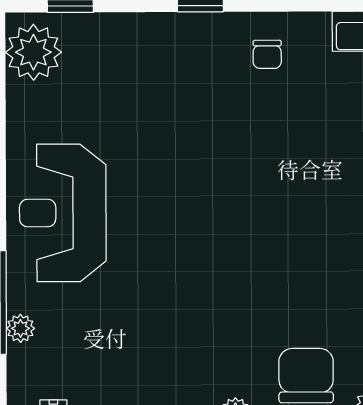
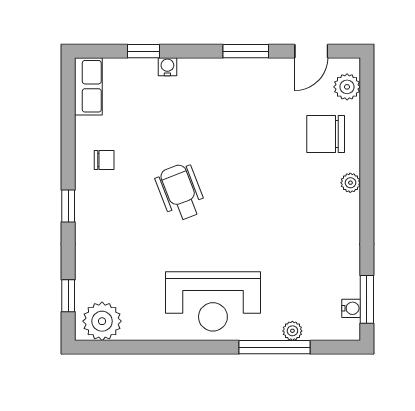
wheelchair: (221, 165) -> (180, 192), added

